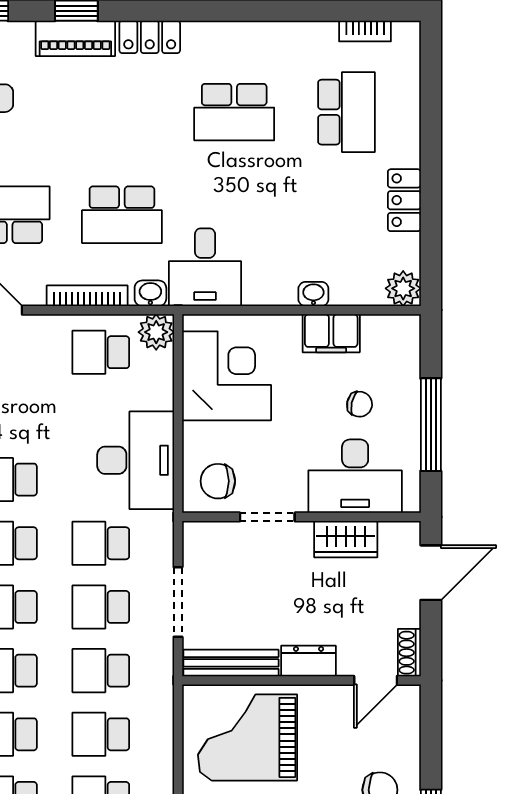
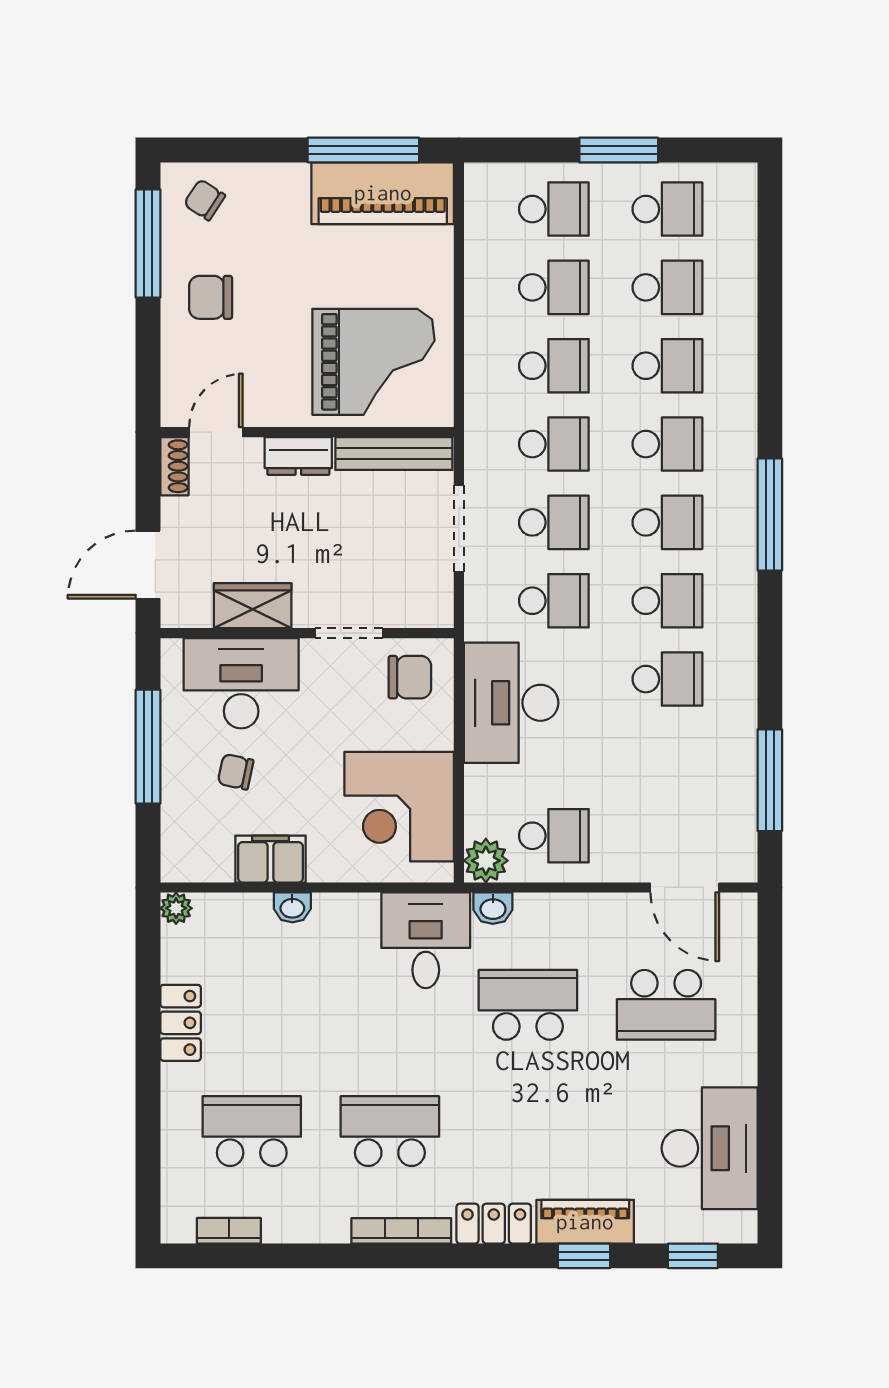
school desk: (346, 112) -> (252, 1131), turned 90
plant: (403, 288) -> (176, 908), width x0.73, depth x0.73
bookcase: (87, 296) -> (401, 1231), moved, turned 180

